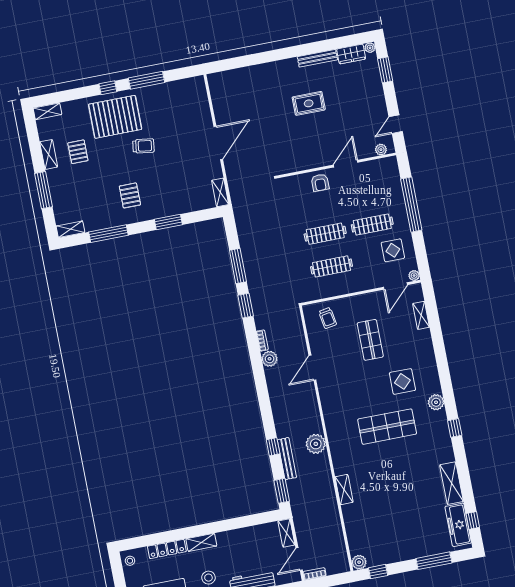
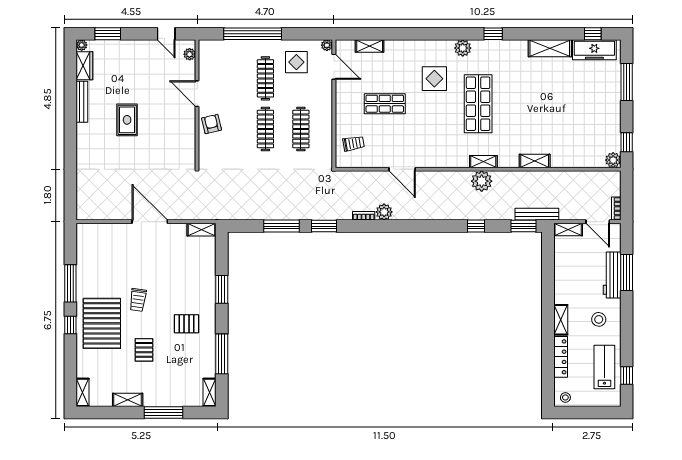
trolley: (143, 146) -> (138, 300), turned 180
pallet: (78, 152) -> (144, 350), moved, turned 90
armchair: (320, 183) -> (212, 124), turned -103
shelving: (334, 442) -> (483, 162), added
bench: (287, 459) -> (537, 214), moved

